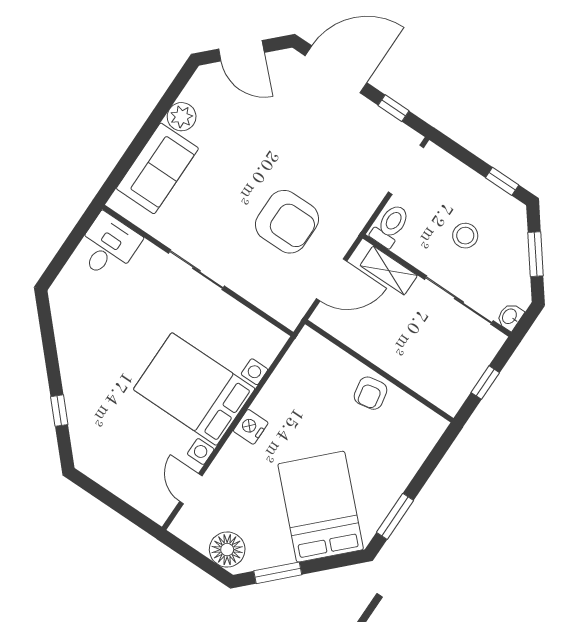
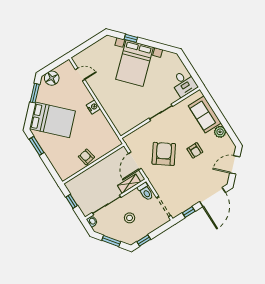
armchair: (248, 155) -> (195, 150), added
armchair: (287, 222) -> (164, 154), turned 126
bed with nightstands: (194, 389) -> (134, 63), moved, turned 137

